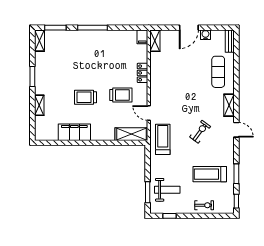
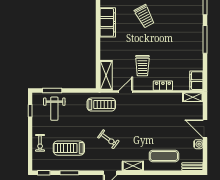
filing cabinet: (142, 37) -> (196, 81), width x2.00
trolley: (85, 97) -> (145, 16), moved, turned 152
treadmill: (210, 174) -> (69, 148), turned -90

